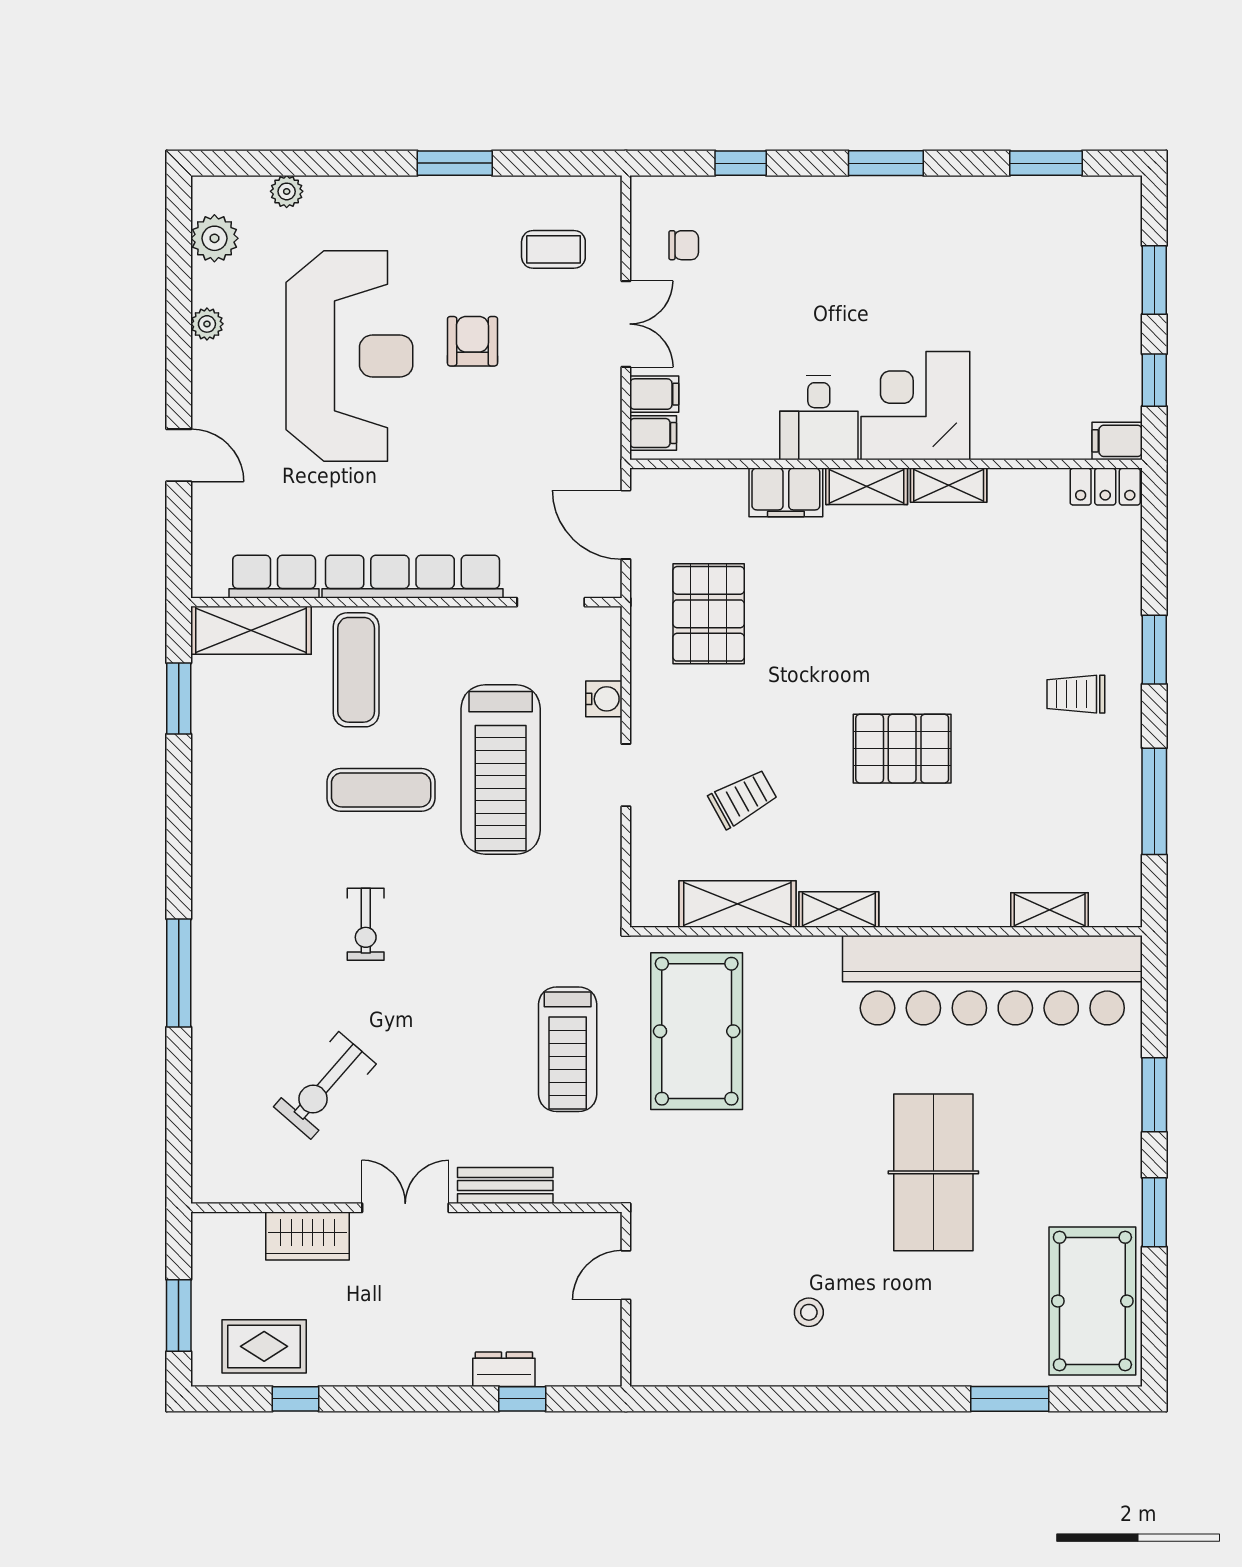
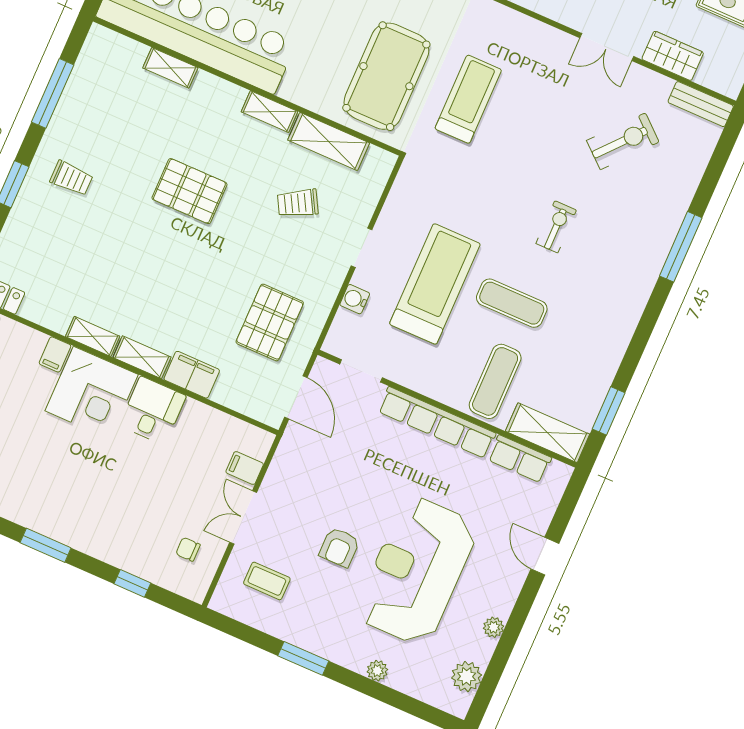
plant: (287, 191) -> (377, 671), moved
filing cabinet: (653, 433) -> (55, 354), moved, turned -90
shelving: (1050, 910) -> (170, 68), moved
bench: (505, 1186) -> (701, 104), moved

